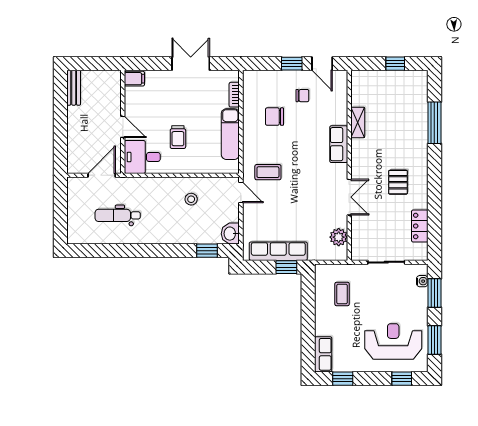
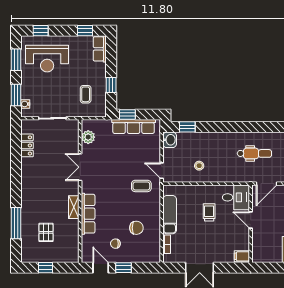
shelving: (358, 122) -> (74, 207), moved
row of seats: (339, 144) -> (88, 214), width x1.48
pallet: (398, 182) -> (46, 232), moved
window: (308, 306) -> (111, 85), added

